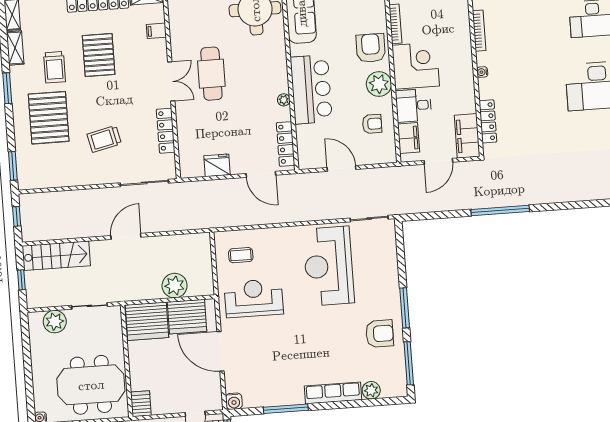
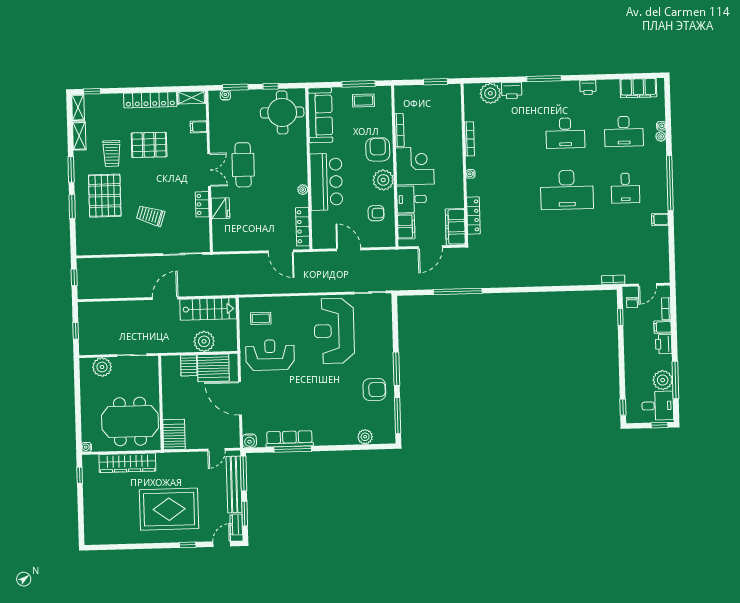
pallet: (99, 55) -> (149, 145), turned 90
locker: (166, 131) -> (202, 204), width x0.66
trolley: (104, 139) -> (151, 216), turned 31
fridge: (217, 165) -> (220, 208), moved, turned 90
window: (13, 166) -> (72, 206), moved
window: (500, 211) -> (458, 291), moved
stairs: (56, 256) -> (208, 309), moved
server rack: (147, 321) -> (189, 365), width x0.46, depth x0.70
row of seats: (333, 393) -> (289, 439), moved
server rack: (141, 404) -> (174, 435), width x1.36, depth x1.44

